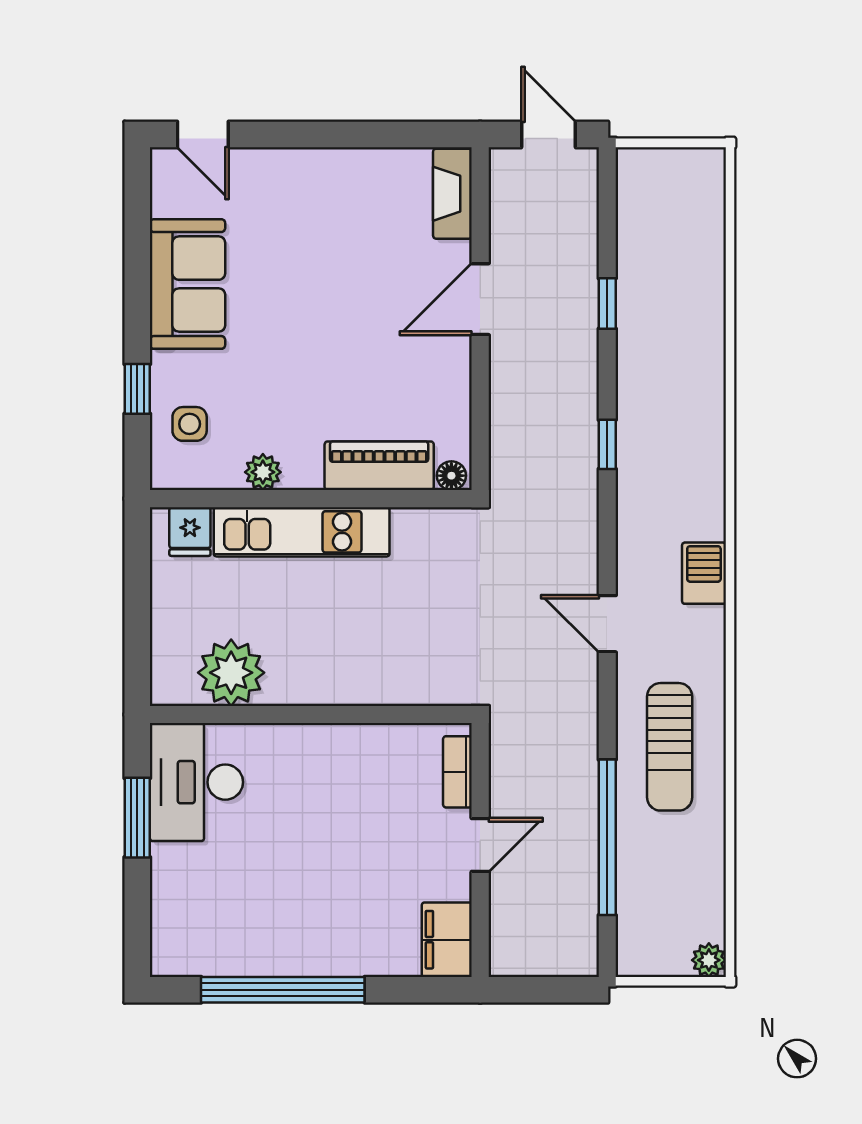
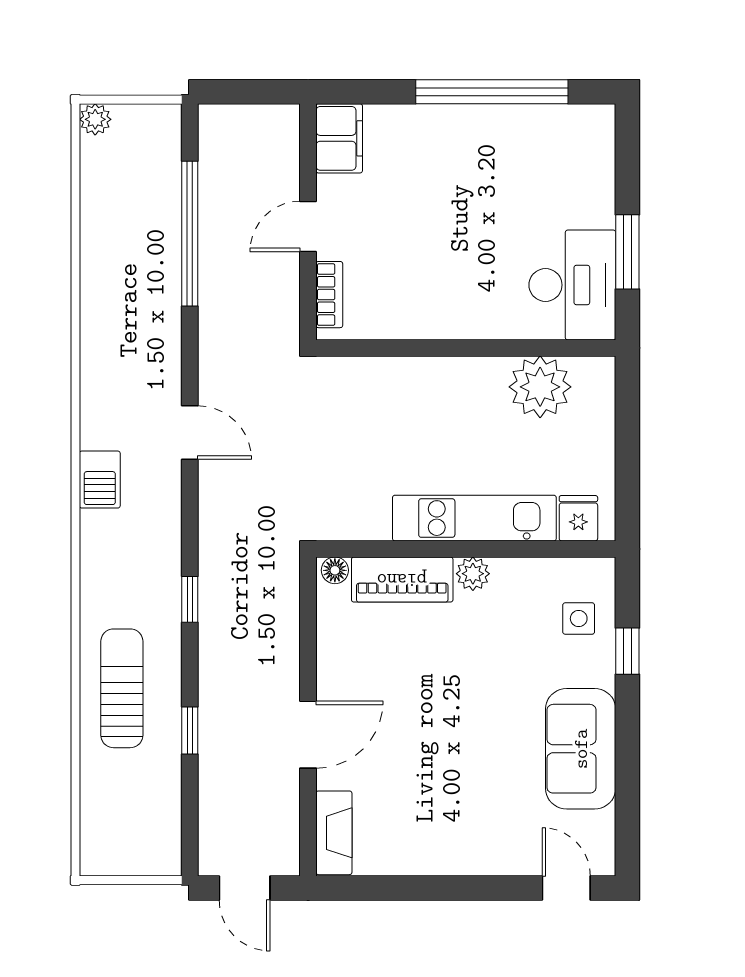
plant: (263, 472) -> (473, 574), moved
sun lounger: (670, 747) -> (122, 688), moved

